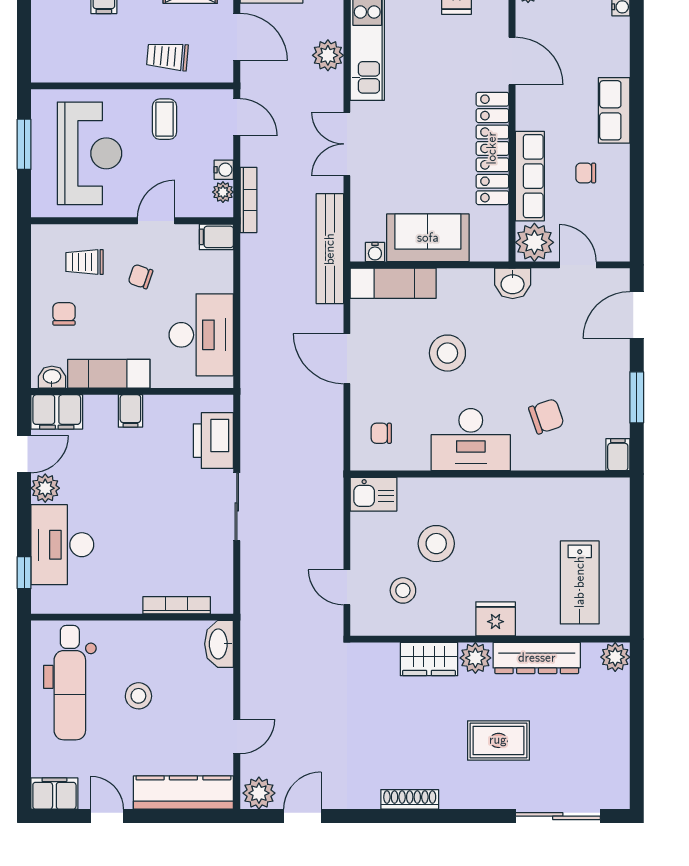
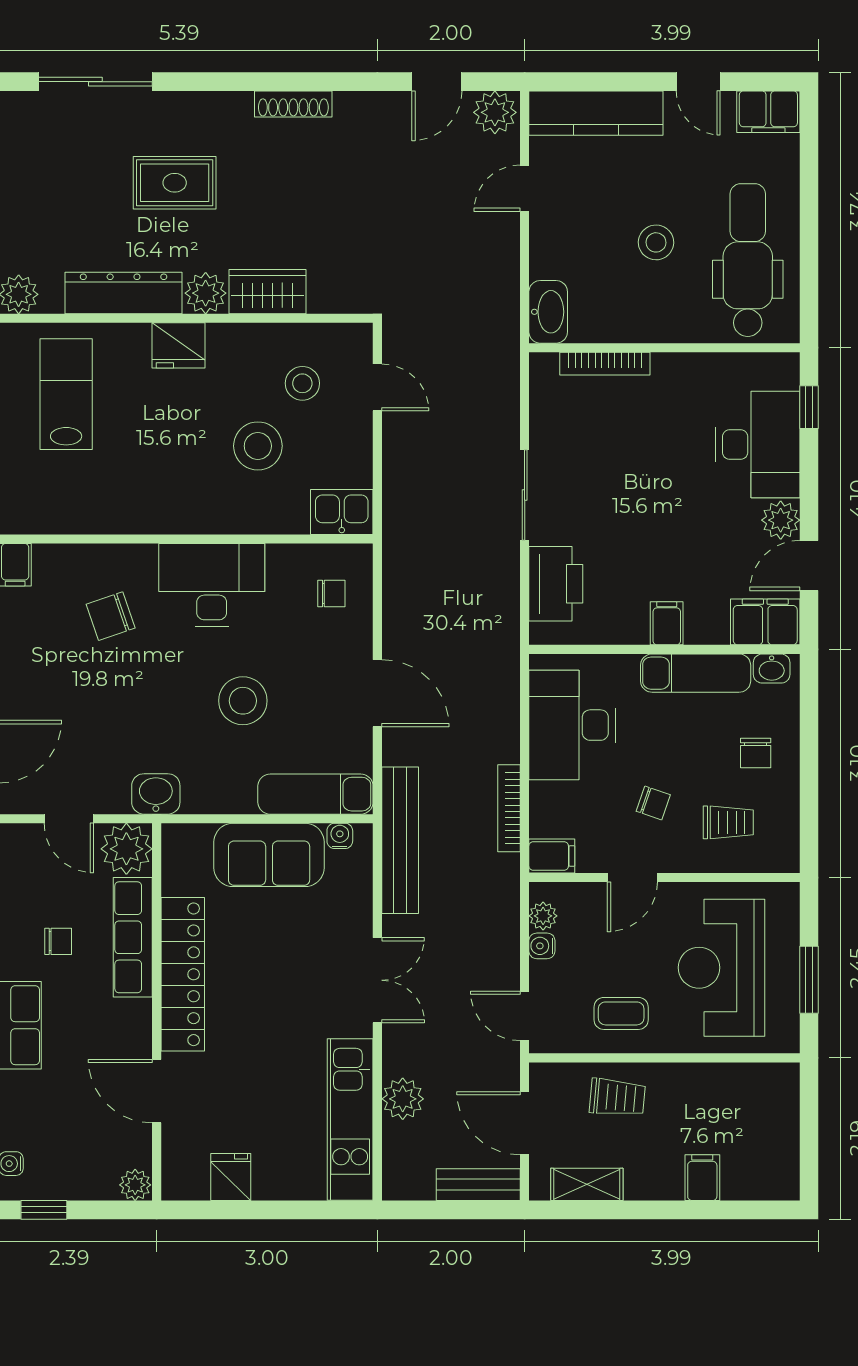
coffee table: (165, 119) -> (621, 1013), turned 90
bookcase: (248, 200) -> (509, 808), moved

